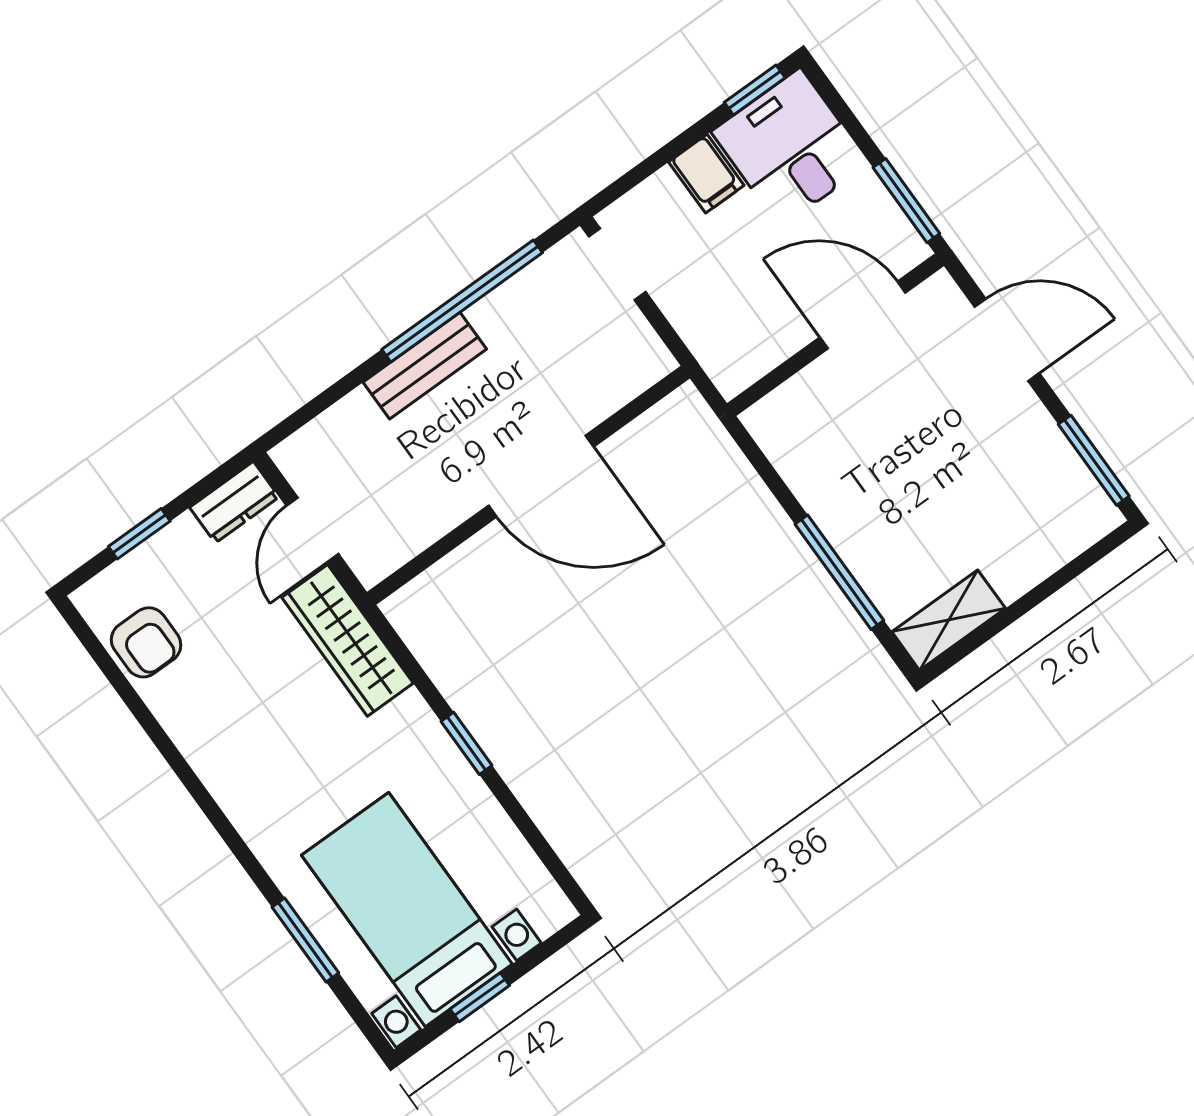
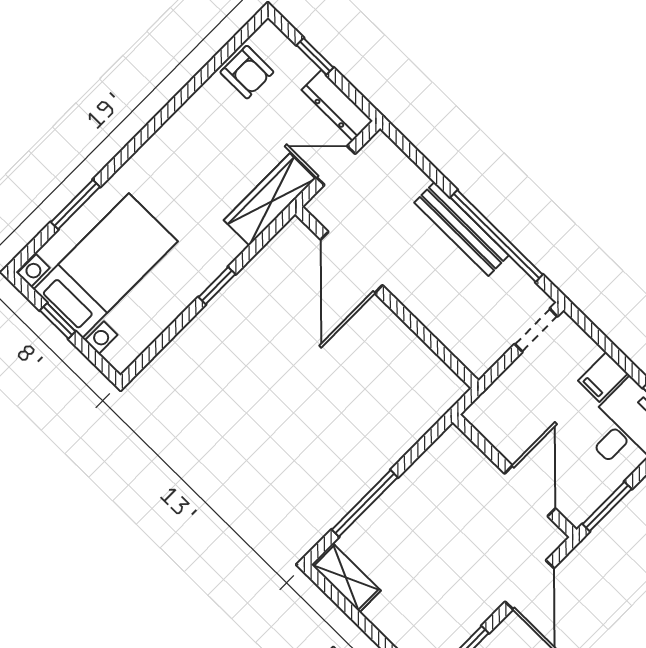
bench: (425, 366) -> (461, 229), width x1.36
door: (541, 476) -> (352, 262), moved
dresser: (234, 502) -> (337, 105), width x1.44
armchair: (146, 642) -> (247, 72), turned -90

